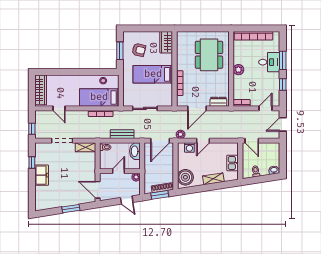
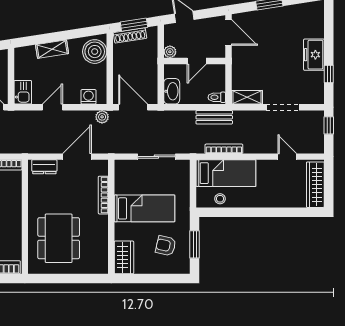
plant: (238, 70) -> (14, 216), removed
bench: (122, 134) -> (214, 117), moved
door: (160, 141) -> (133, 107), hinge flipped
door: (203, 141) -> (52, 107), moved
kitchen sink: (233, 163) -> (23, 92), moved

